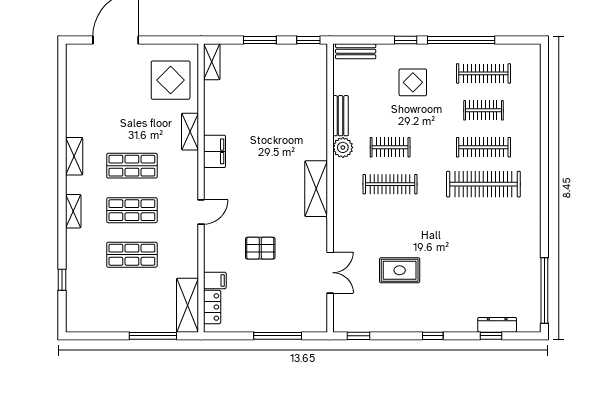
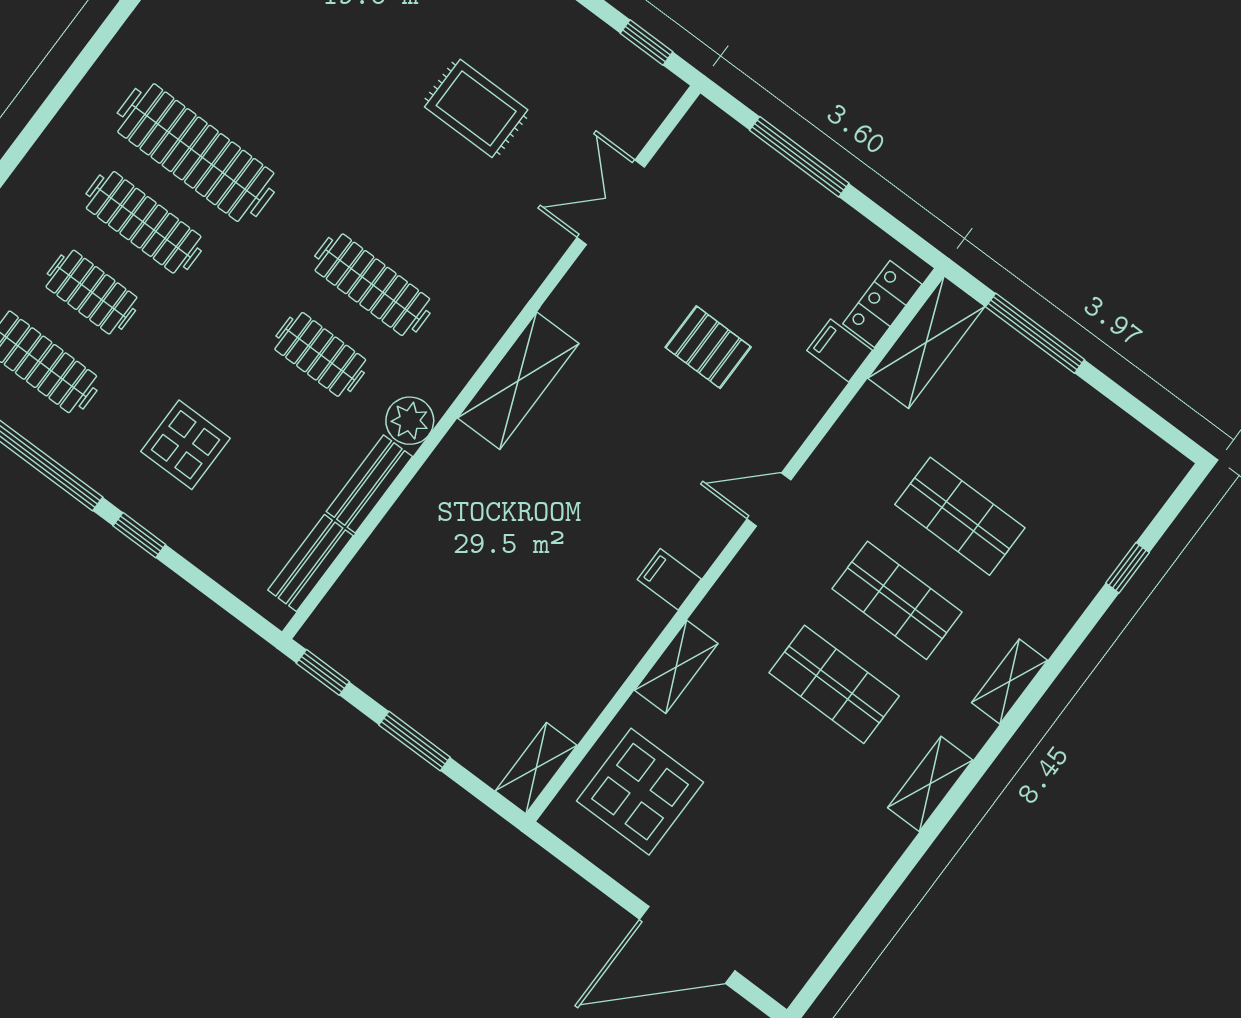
bench: (356, 51) -> (310, 563), moved, turned 90
filing cabinet: (215, 151) -> (669, 579), width x0.50

